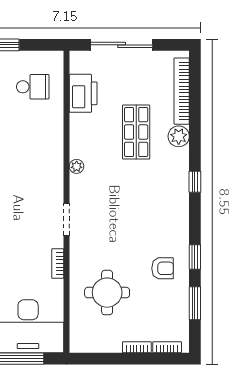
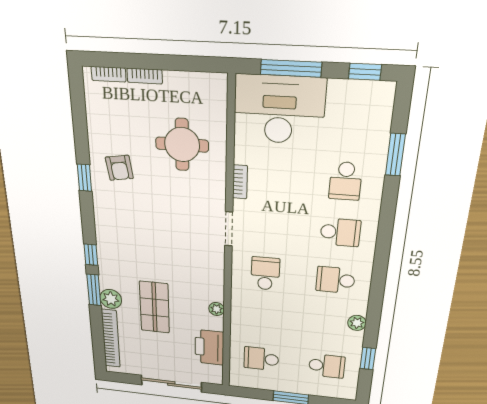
plant: (77, 166) -> (217, 309), moved
school desk: (33, 179) -> (265, 274), added
armchair: (163, 268) -> (119, 168), turned -99
window: (195, 303) -> (94, 290), moved

